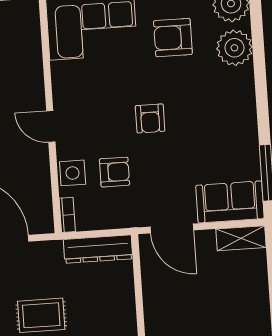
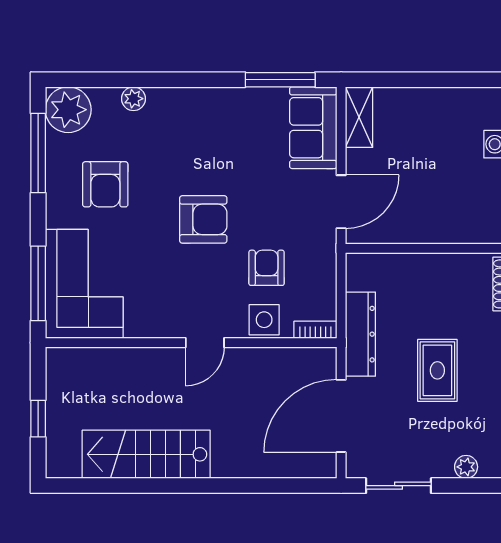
plant: (234, 48) -> (133, 99), width x0.53, depth x0.53
armchair: (150, 118) -> (203, 219), width x1.38, depth x1.38
dresser: (98, 249) -> (360, 334), moved

